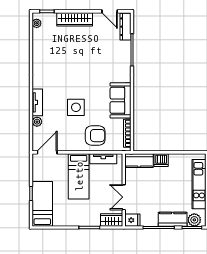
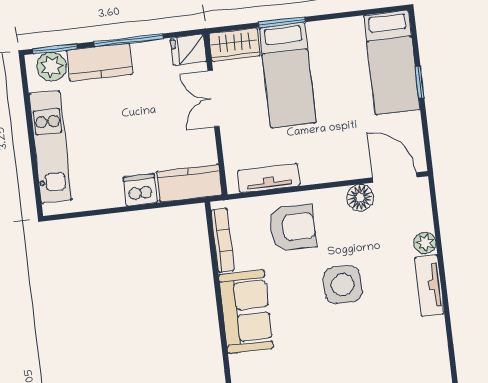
armchair: (95, 136) -> (293, 227), turned 180
floor lamp: (64, 145) -> (360, 198), added
door: (47, 152) -> (395, 177), swing flipped
bed: (79, 176) -> (288, 75), moved, turned 180
double door: (124, 197) -> (214, 98), swing flipped

